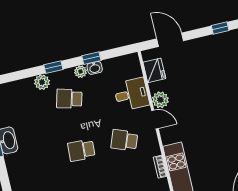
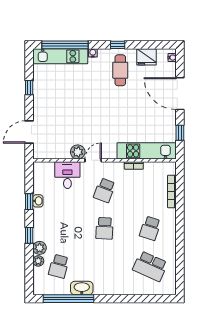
fridge: (154, 70) -> (52, 151), removed
plant: (81, 72) -> (38, 261), moved
school desk: (69, 99) -> (59, 266), moved

